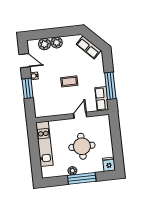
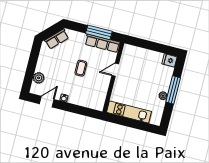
plant: (57, 43) -> (41, 66), removed
window: (28, 88) -> (73, 108), removed
row of seats: (102, 99) -> (102, 43), width x1.48
door: (80, 115) -> (115, 70), hinge flipped
round table: (82, 146) -> (144, 79), removed

